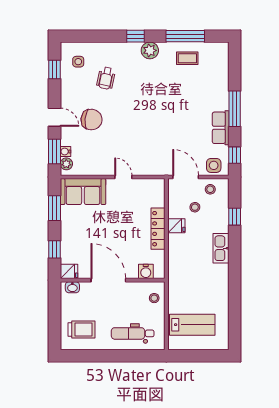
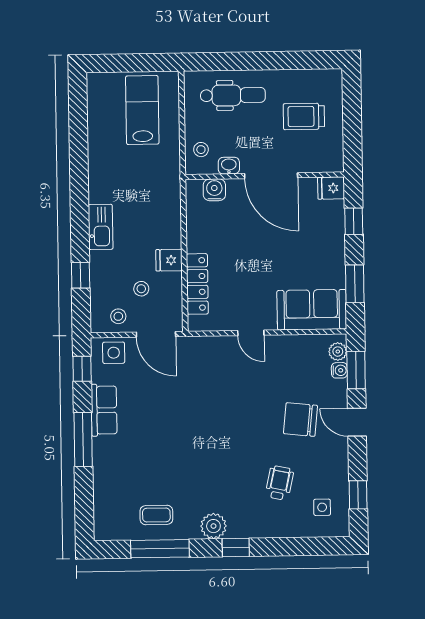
locker: (158, 229) -> (197, 284), moved
washbasin: (72, 287) -> (229, 166), moved
lab bench: (192, 325) -> (142, 110), turned 90
trolley: (82, 329) -> (304, 116), moved

